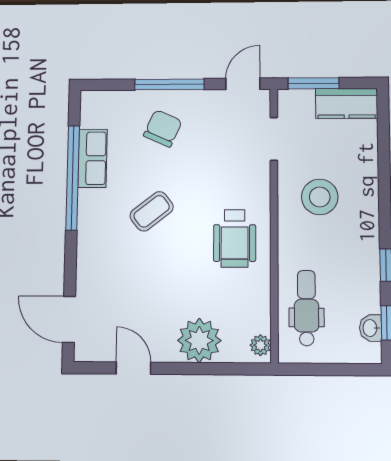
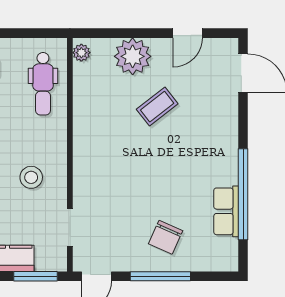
stool: (320, 197) -> (31, 177), width x0.73, depth x0.73
coffee table: (152, 211) -> (157, 107), moved
wheelchair: (235, 238) -> (103, 142), removed
door: (133, 368) -> (188, 33), hinge flipped

